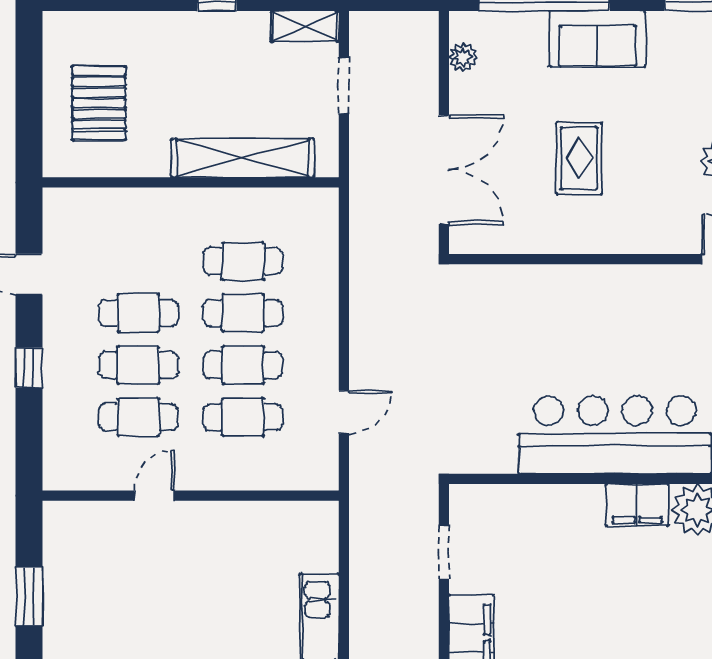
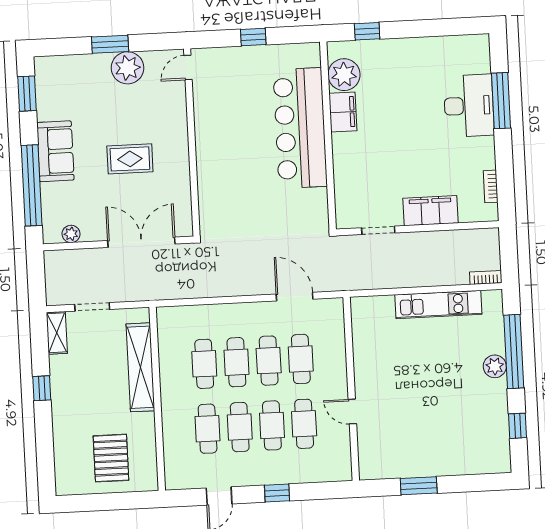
pallet: (99, 103) -> (111, 458), turned 90
cafe table: (138, 261) -> (208, 429), added
door: (344, 412) -> (295, 297), width x1.38

